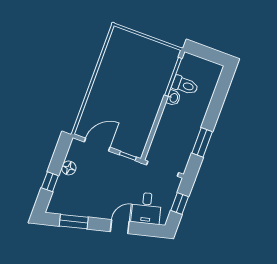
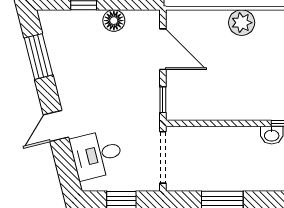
plant: (99, 91) -> (242, 23), added
door: (120, 227) -> (56, 126), swing flipped

